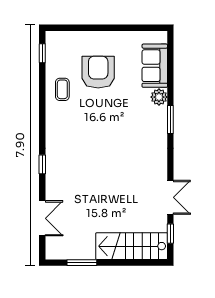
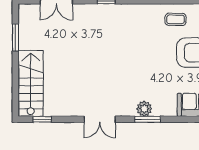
plant: (159, 97) -> (144, 109), moved
double door: (170, 197) -> (100, 119), moved

